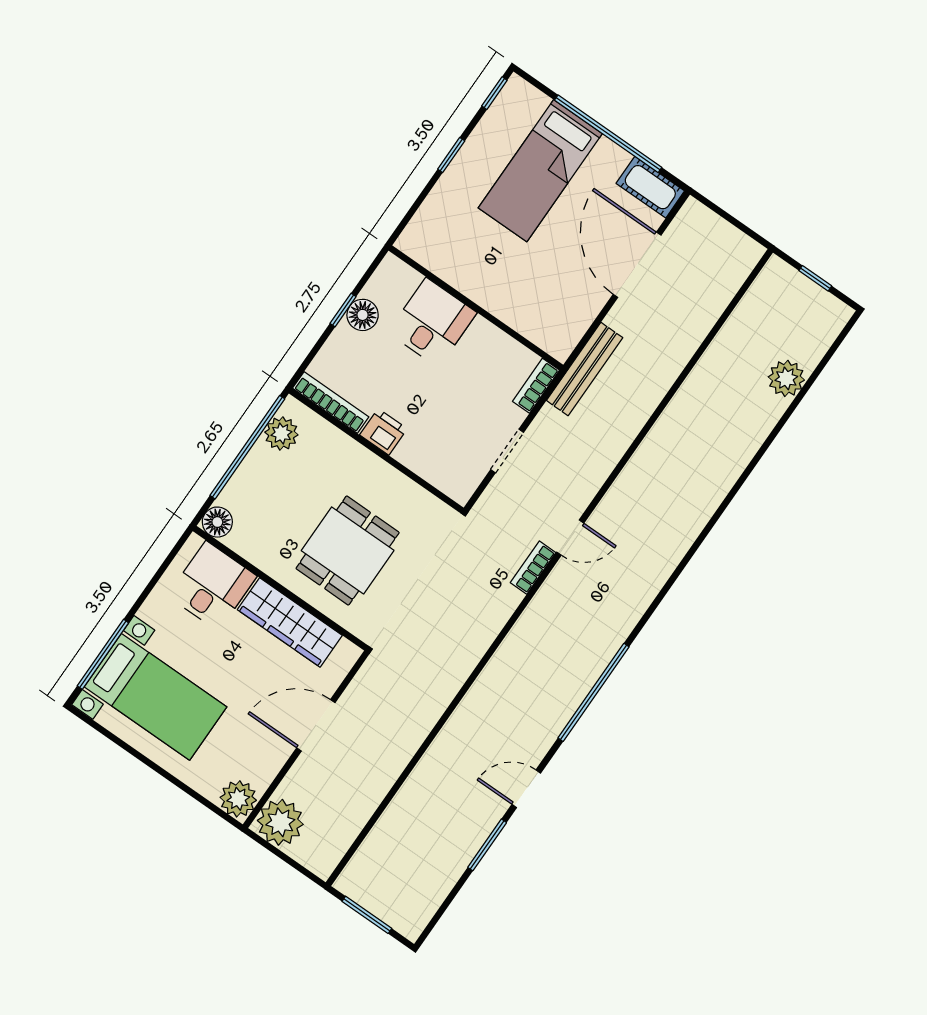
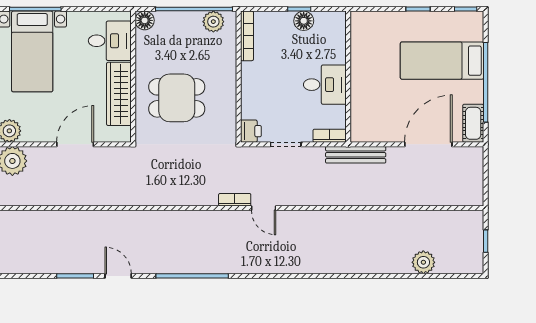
desk: (432, 323) -> (325, 85), moved
printer: (383, 432) -> (251, 131), moved
door: (316, 725) -> (75, 144), hinge flipped

